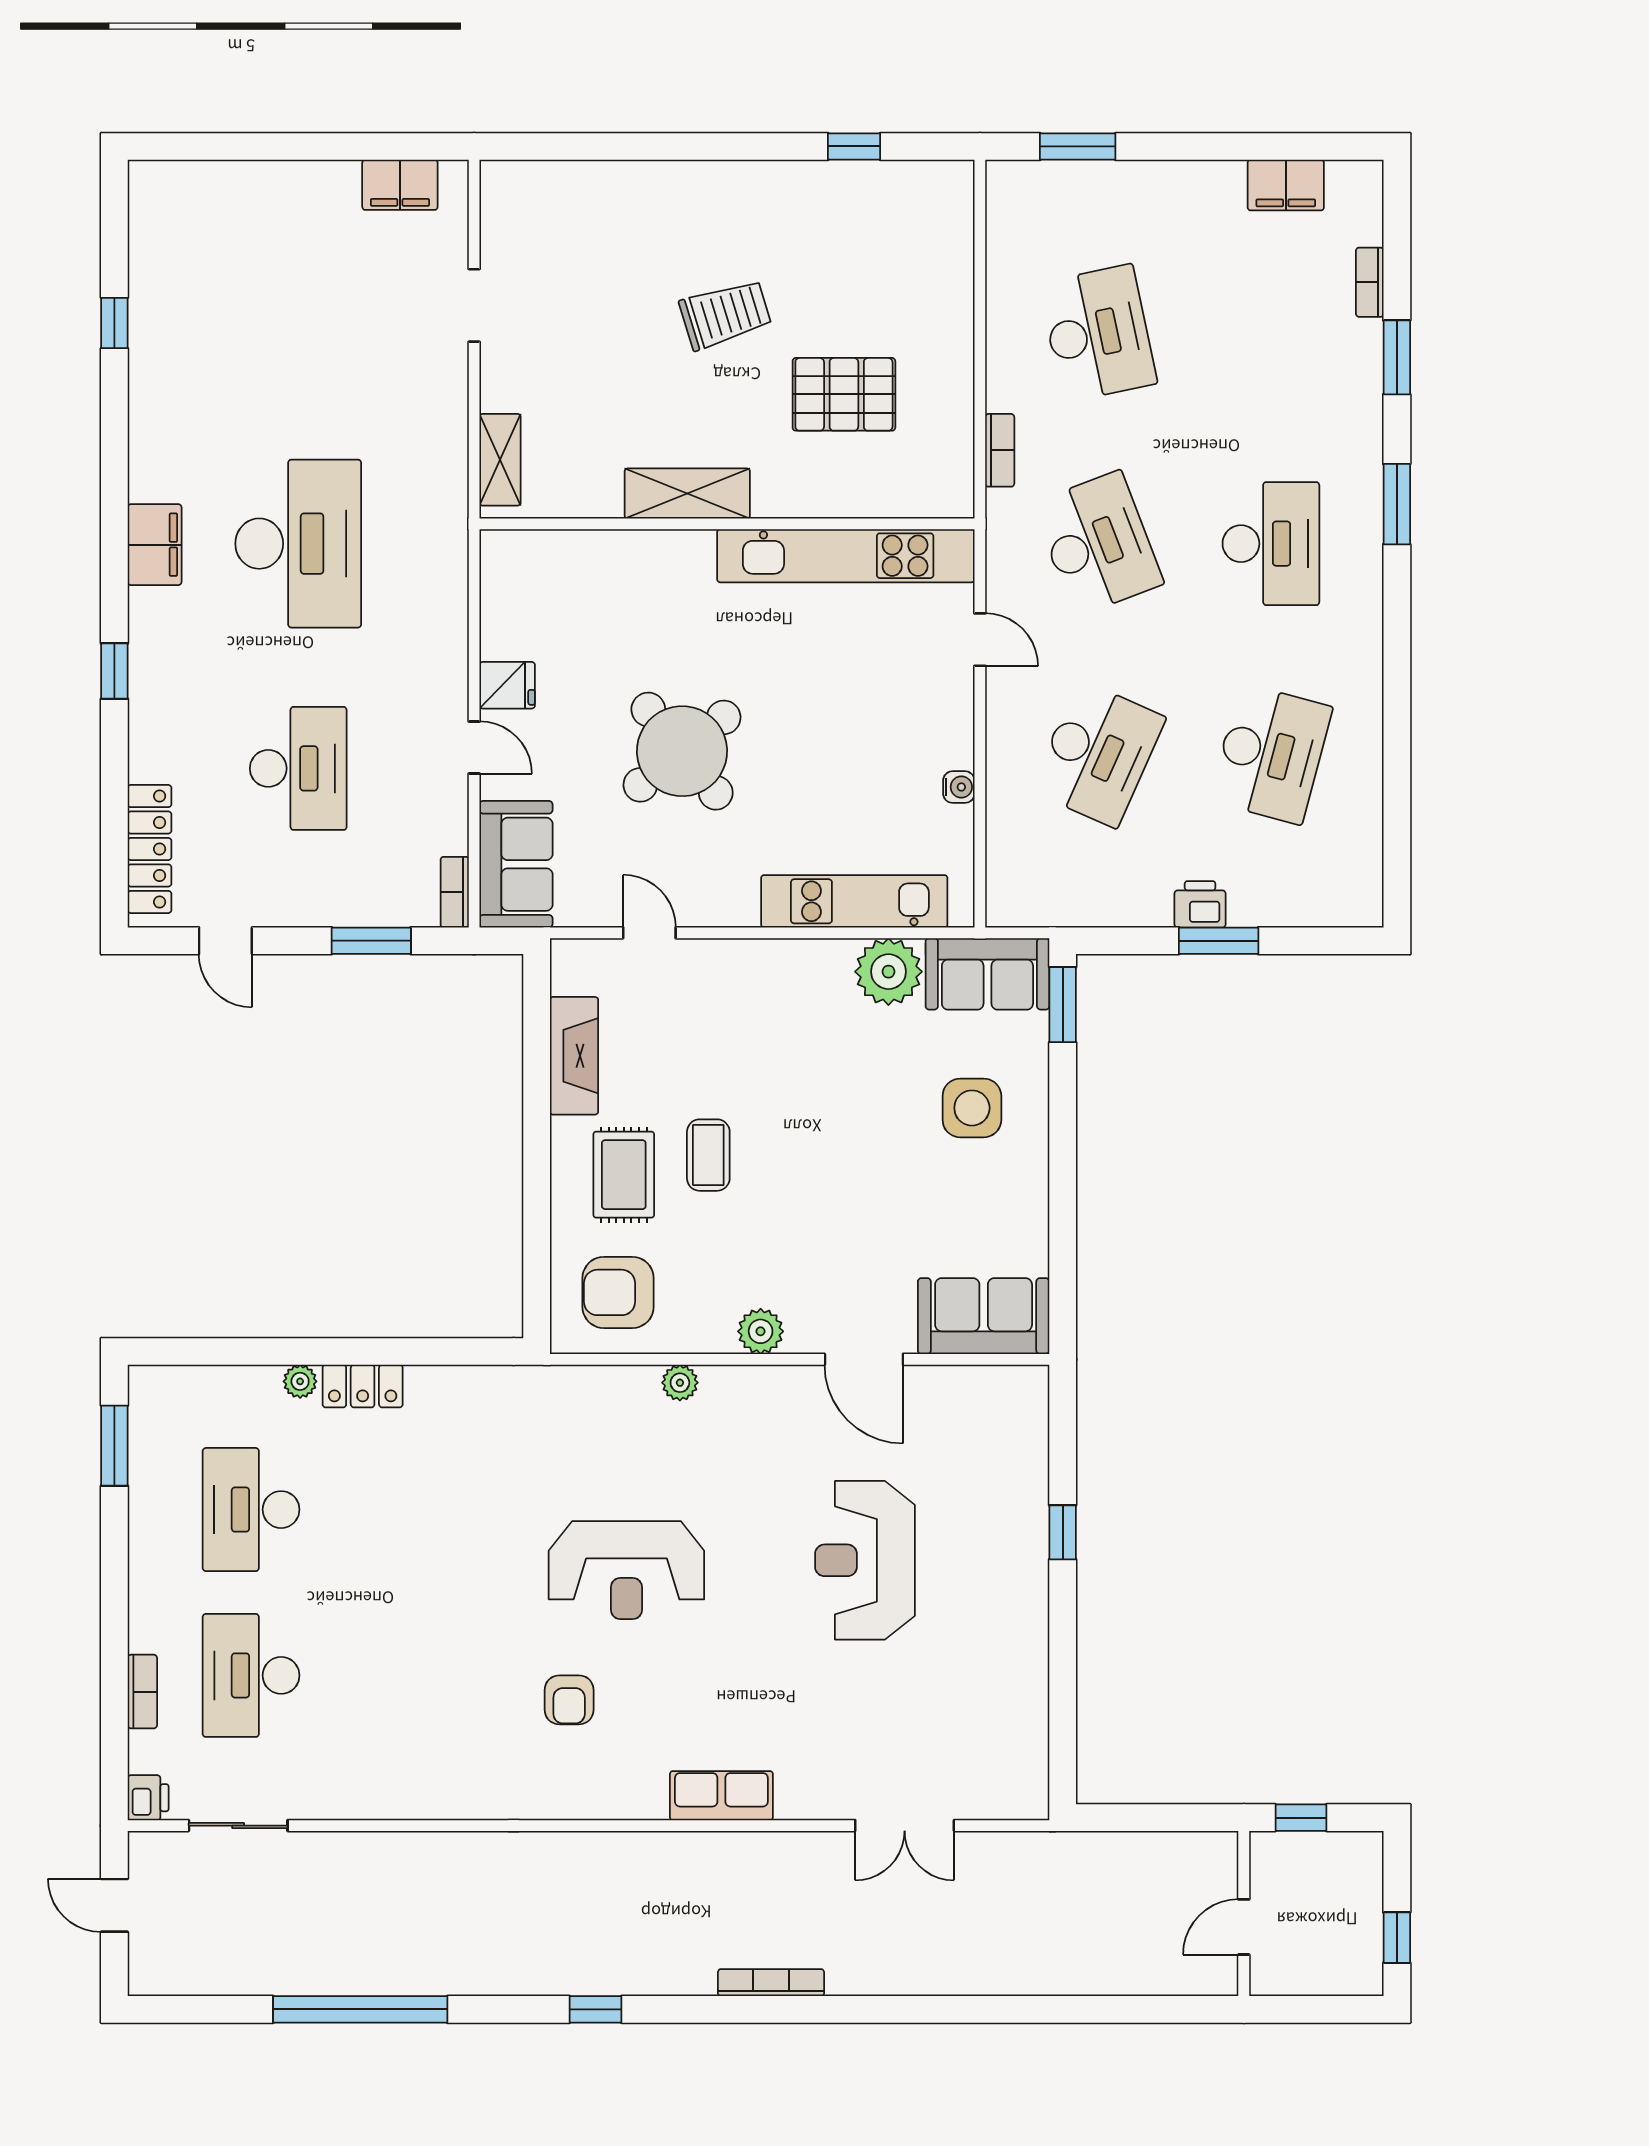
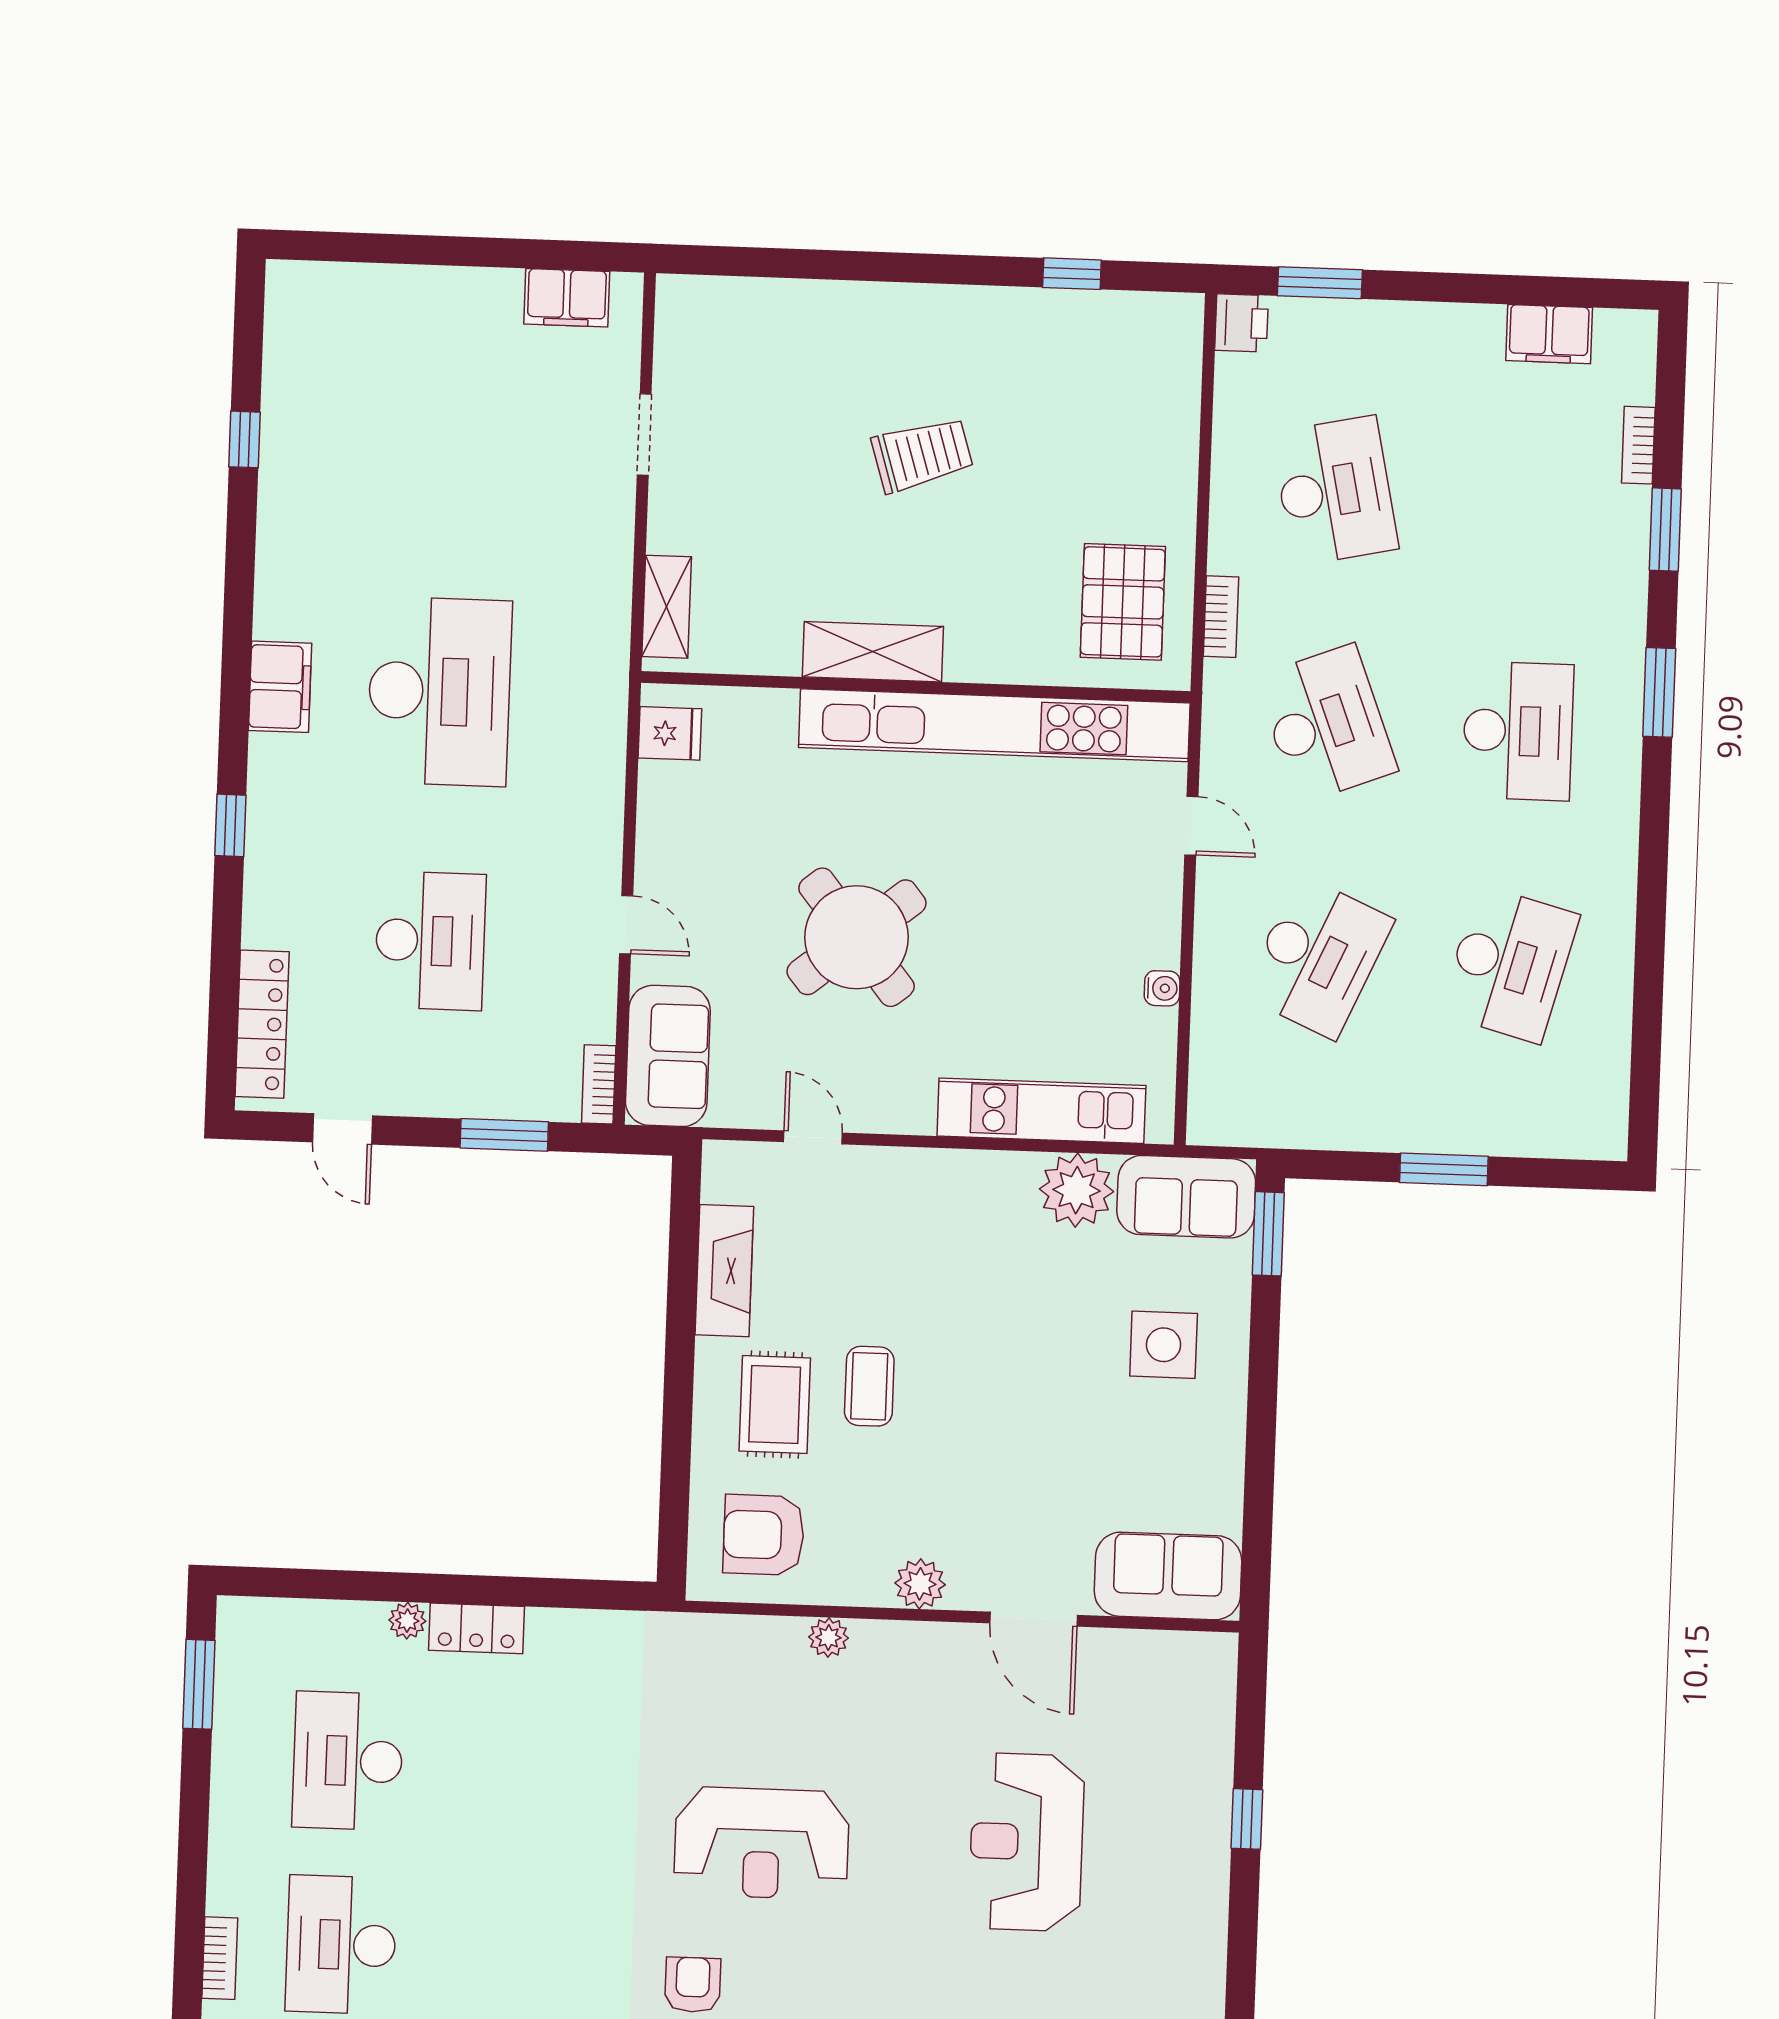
pallet: (844, 394) -> (1123, 602), moved, turned 90
kitchen unit: (846, 556) -> (994, 725), width x1.36
fridge: (507, 685) -> (670, 733), moved
printer: (1200, 904) -> (1241, 323), moved, turned 90
armchair: (569, 1700) -> (693, 1985), turned 180

